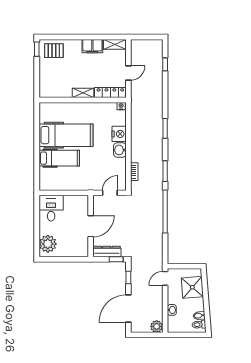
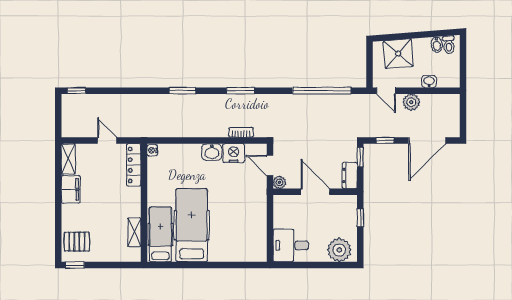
pallet: (54, 51) -> (77, 242), turned 90
window: (165, 64) -> (76, 91), moved
shelving: (83, 93) -> (134, 232), moved
nightstand: (119, 134) -> (234, 153), moved
hospital bed: (59, 158) -> (160, 234), moved
plant: (98, 200) -> (279, 182), added
window: (165, 211) -> (322, 91), moved
dresser: (107, 252) -> (350, 175), width x0.70
window: (71, 259) -> (360, 218), added
door: (128, 309) -> (427, 140), hinge flipped
plant: (157, 326) -> (411, 102), moved

